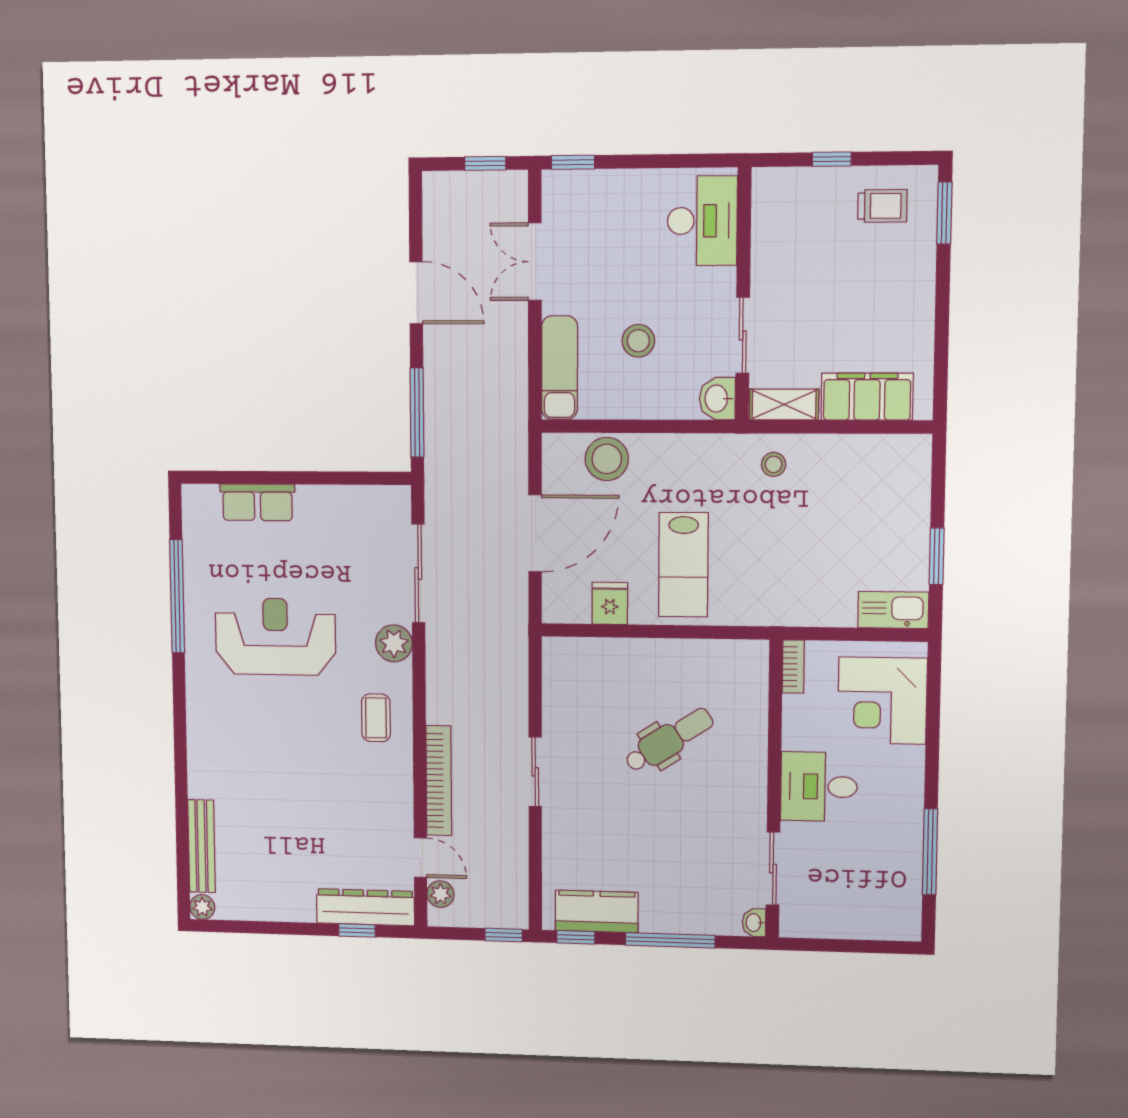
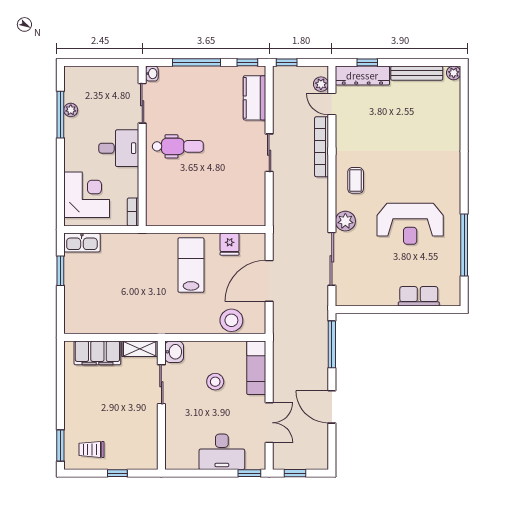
desk: (702, 221) -> (222, 452), moved, turned -90
stool: (774, 464) -> (145, 318), removed
dental chair: (669, 740) -> (178, 146), moved, turned -147
bench: (202, 846) -> (417, 73), moved, turned 90
plant: (910, 860) -> (71, 110), added
kitchen counter: (597, 911) -> (255, 98), moved, turned 90

